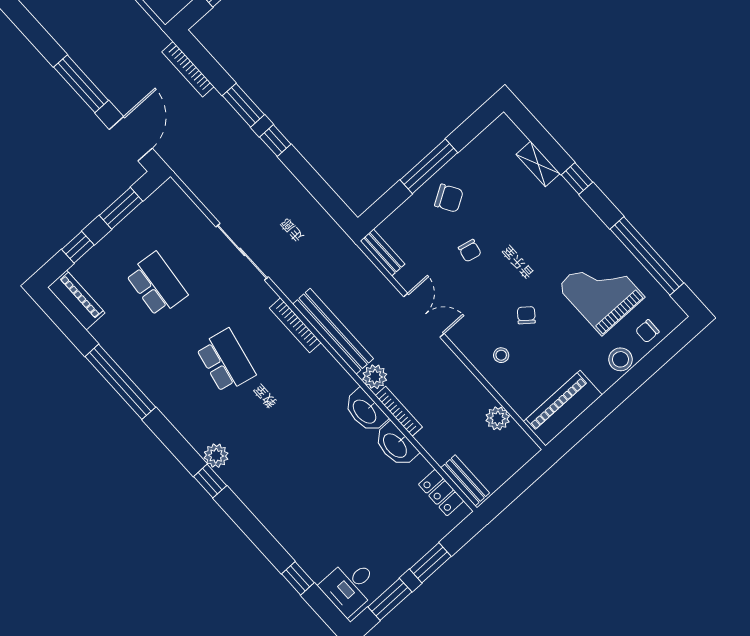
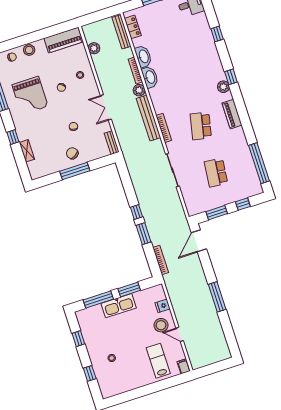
window: (81, 84) -> (217, 297), moved
grand piano: (601, 292) -> (30, 96), moved
piano: (76, 300) -> (232, 114), moved
window: (120, 382) -> (259, 163), moved
bench: (465, 480) -> (121, 32), width x1.36
window: (298, 578) -> (217, 34), moved

